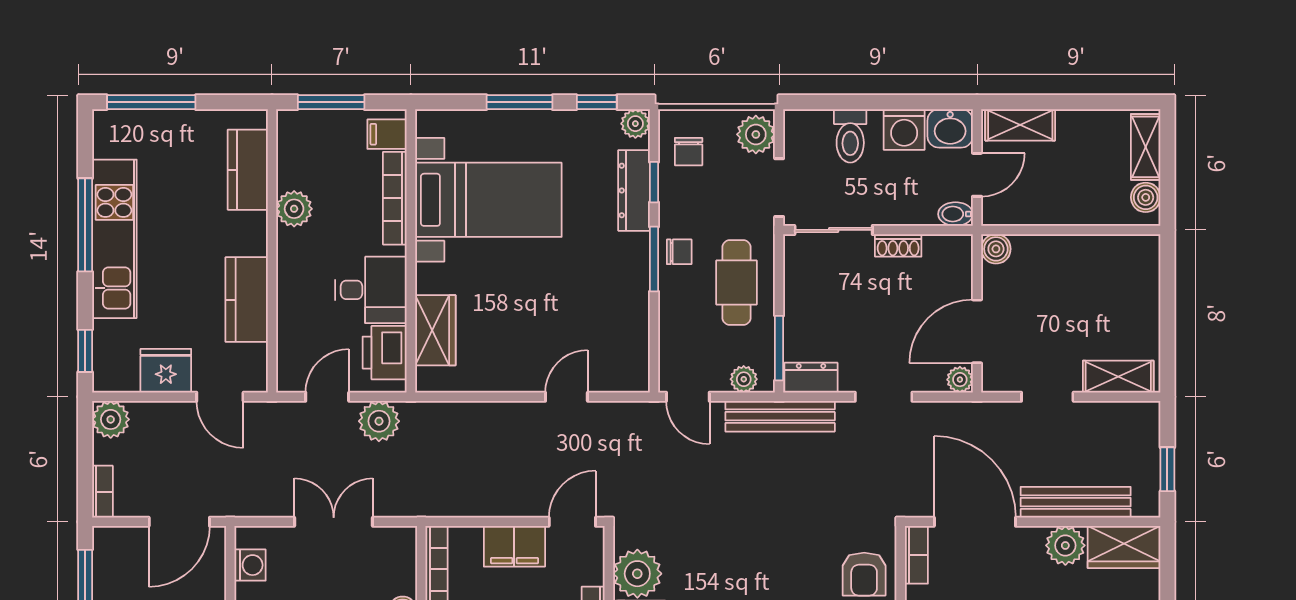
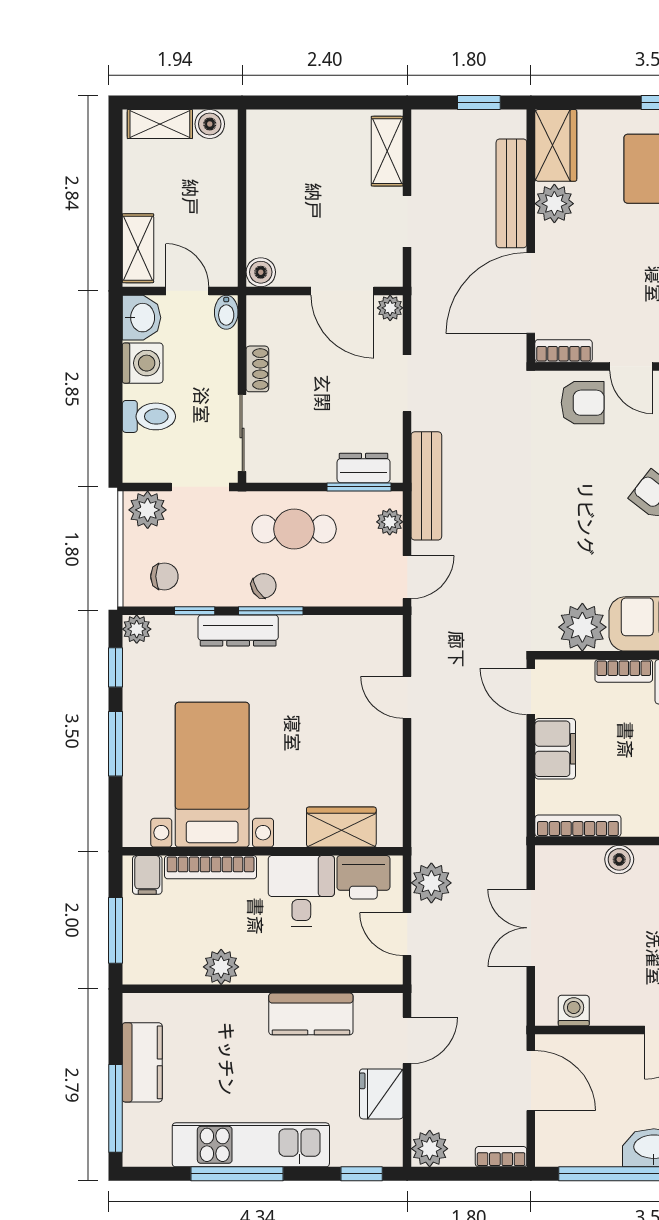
kitchen counter: (248, 170) -> (142, 1062), moved, turned -90
dresser: (634, 190) -> (238, 630), moved
chair: (679, 252) -> (264, 586), turned 58
dresser: (811, 378) -> (364, 468), moved, turned 90

